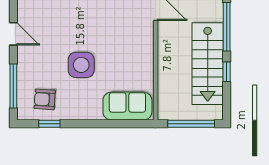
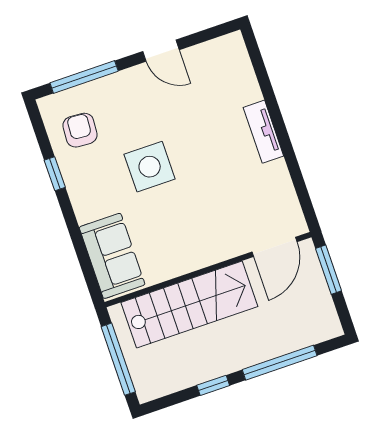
door: (13, 34) -> (161, 51), hinge flipped
stairs: (208, 64) -> (189, 305), moved, turned 180
window: (49, 124) -> (55, 174), moved

